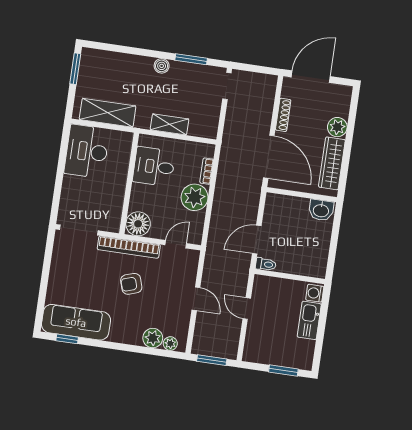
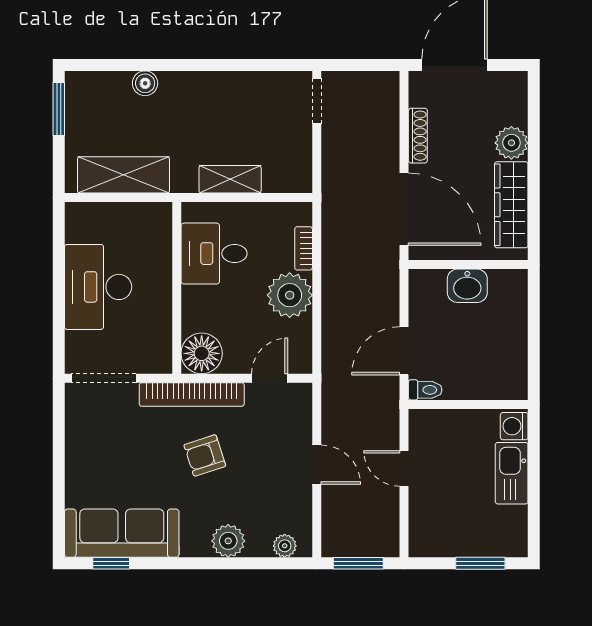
window: (191, 59) -> (250, 65), removed
boiler: (162, 66) -> (145, 83), moved
desk: (87, 151) -> (98, 287), moved
washbasin: (321, 210) -> (467, 286), moved
plant: (153, 338) -> (228, 541), moved

